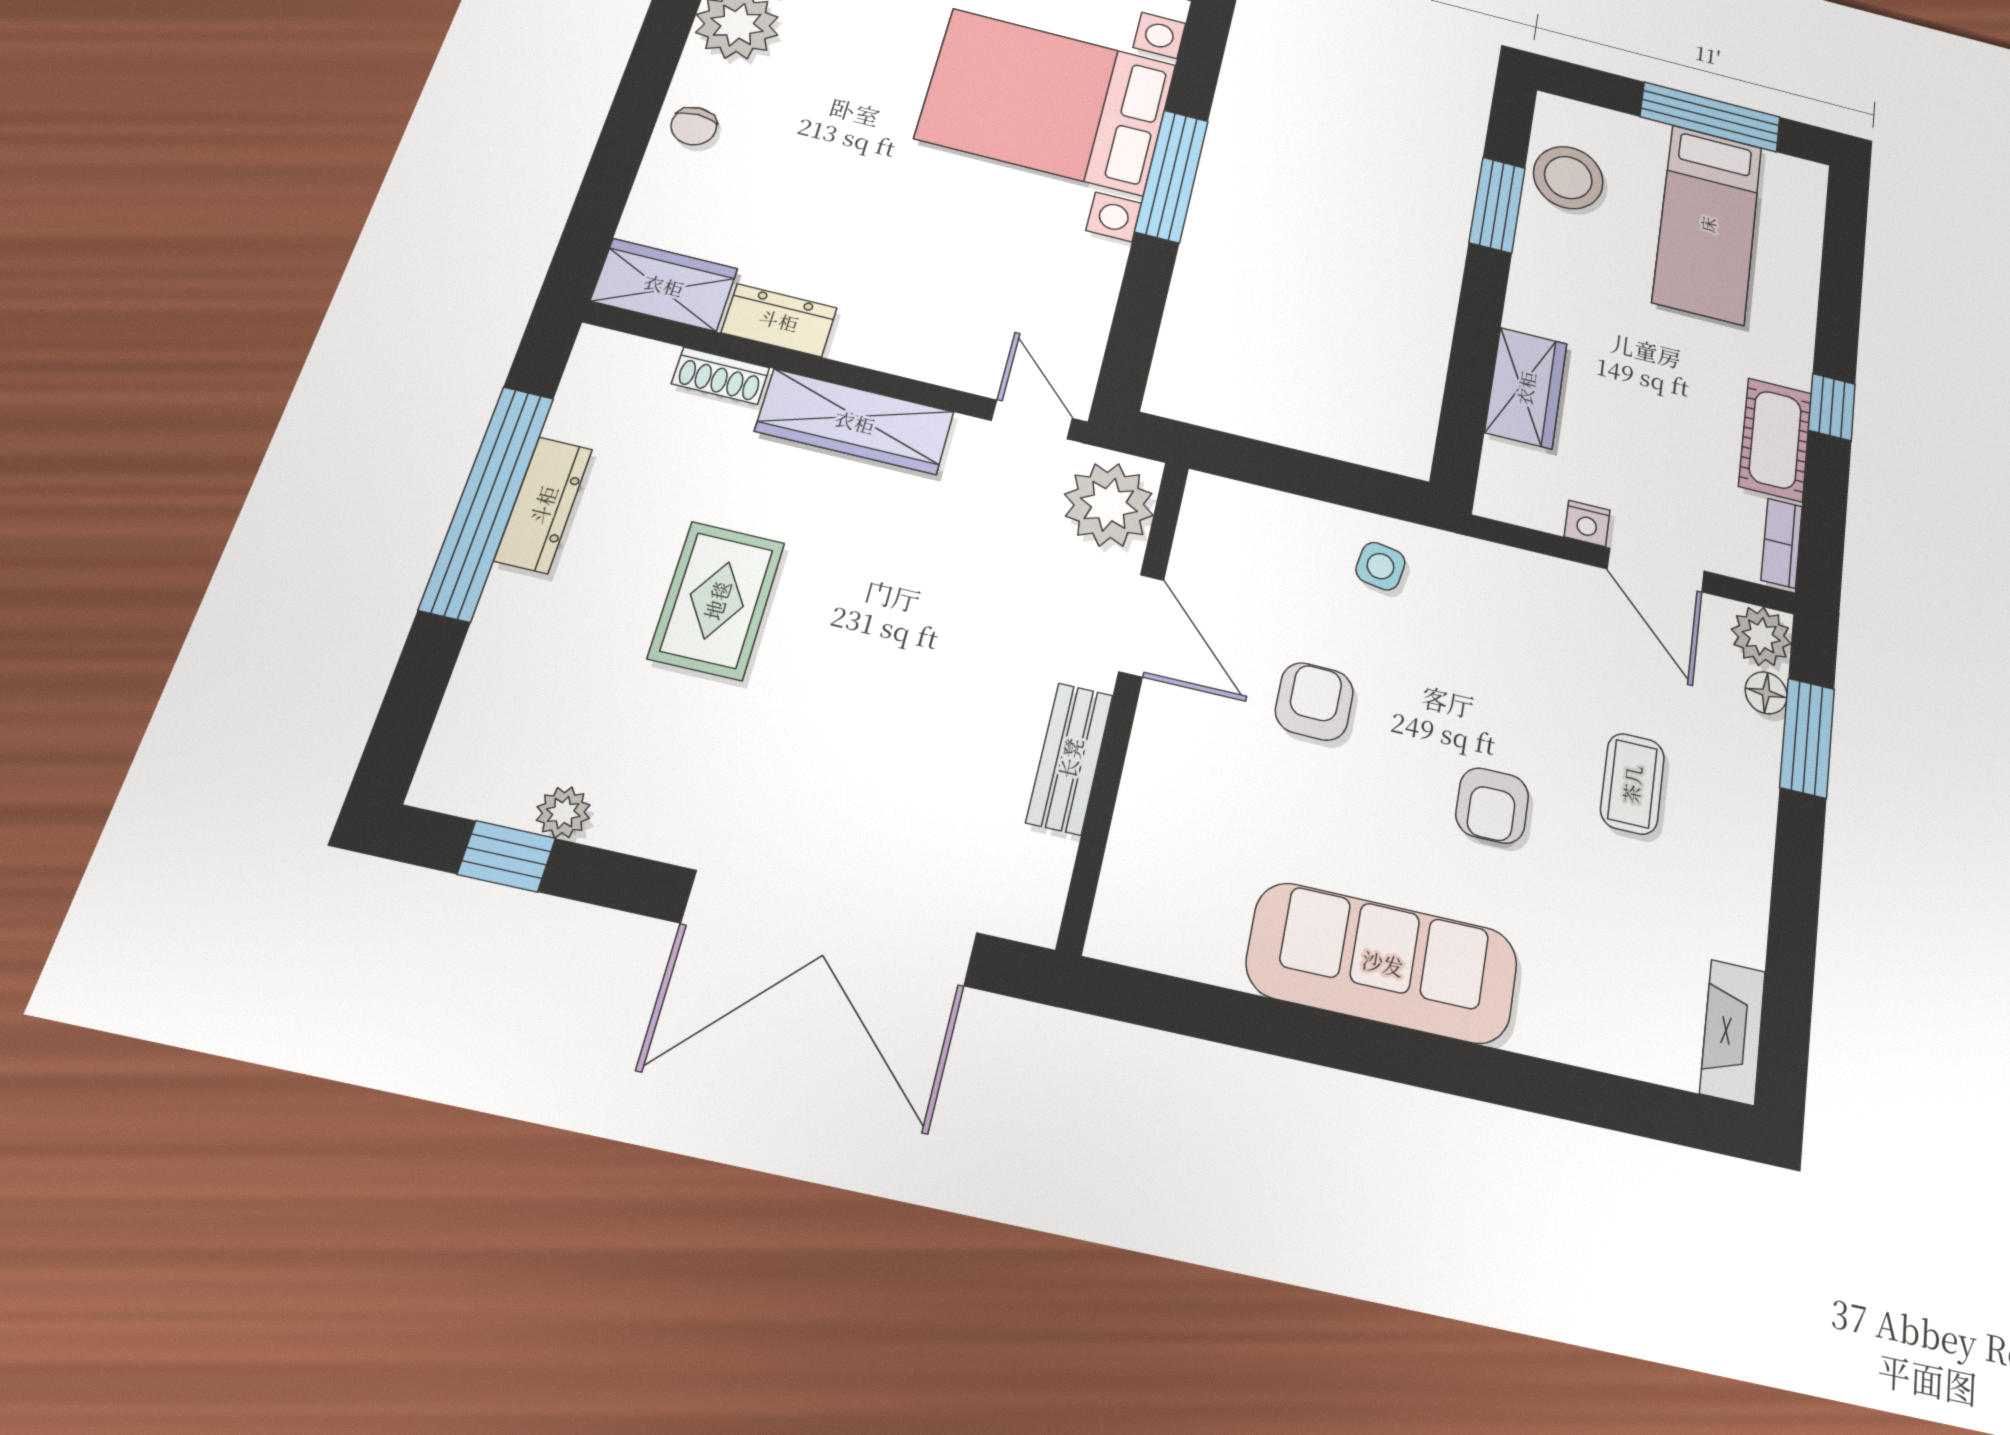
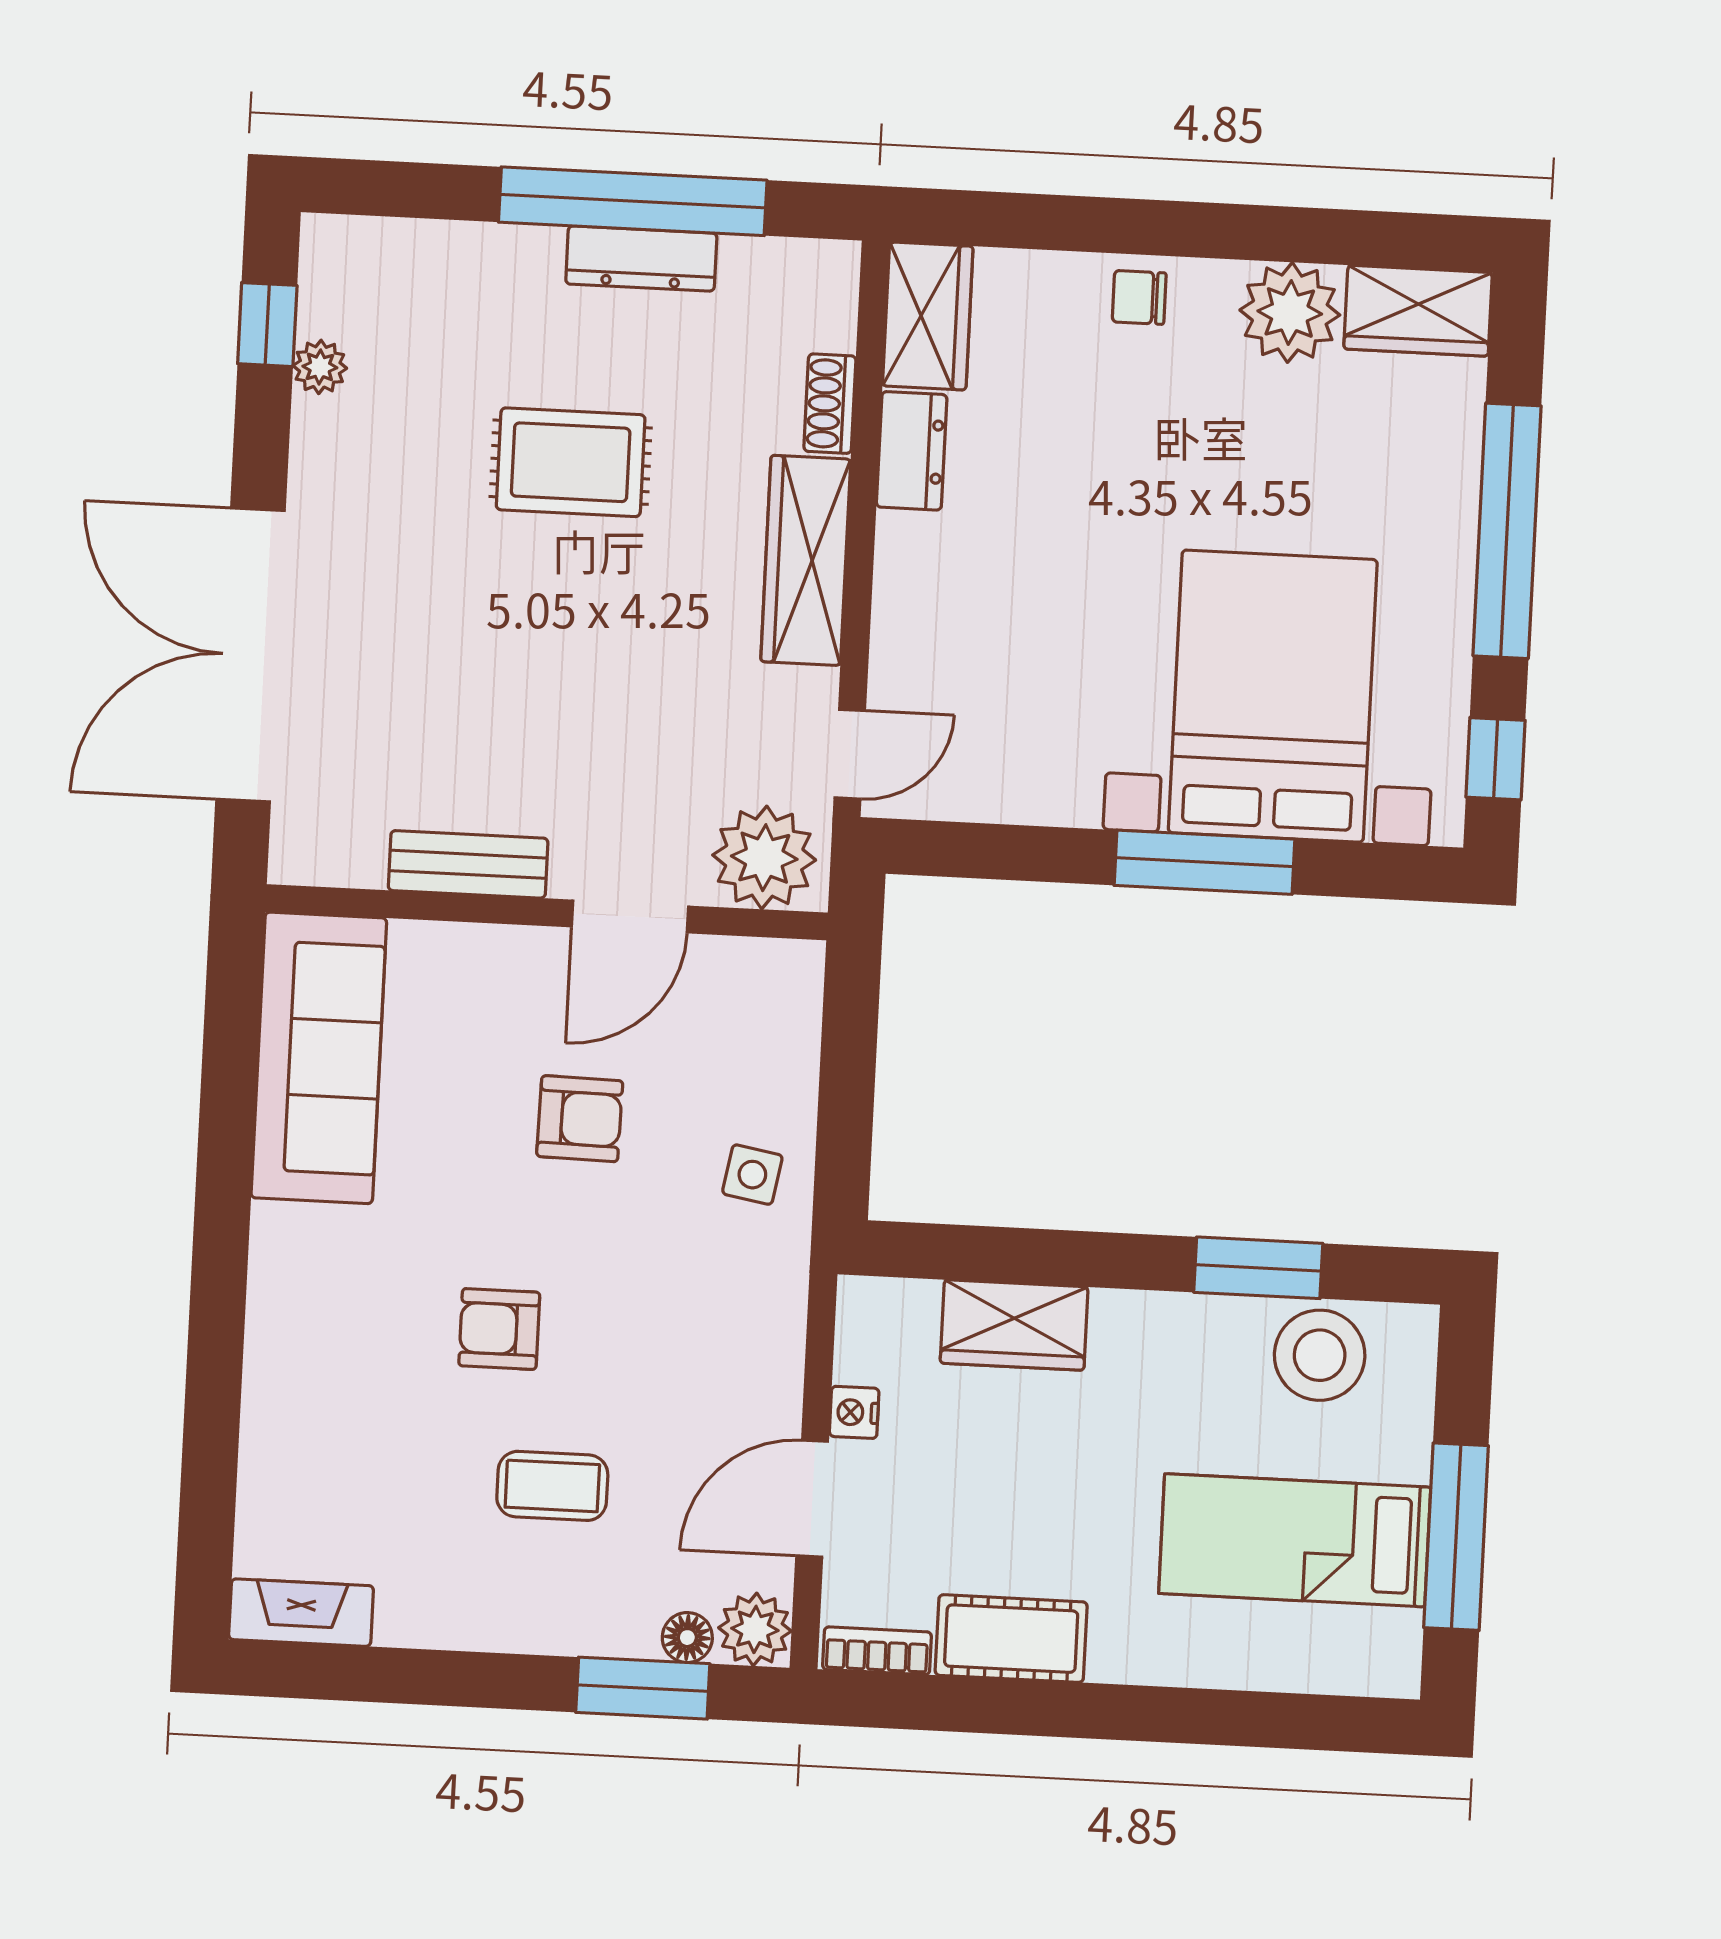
window: (1832, 407) -> (1071, 1710), removed
sofa: (1383, 963) -> (319, 1058), moved

